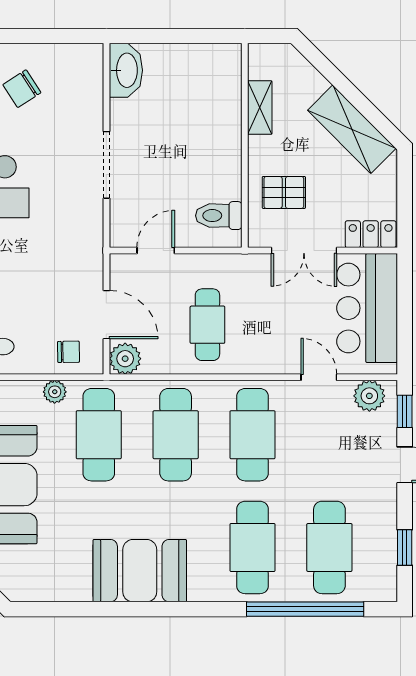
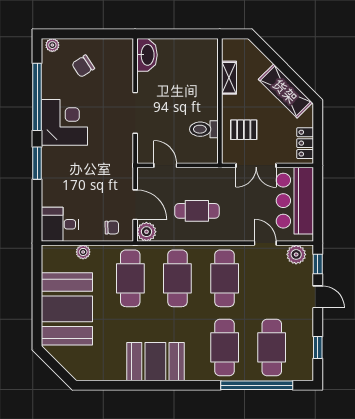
toilet: (219, 216) -> (204, 129), moved
locker: (371, 234) -> (305, 143), moved, turned -90
door: (156, 251) -> (165, 165), hinge flipped
cafe table: (207, 325) -> (197, 211), turned 90
plant: (55, 392) -> (83, 252), moved

